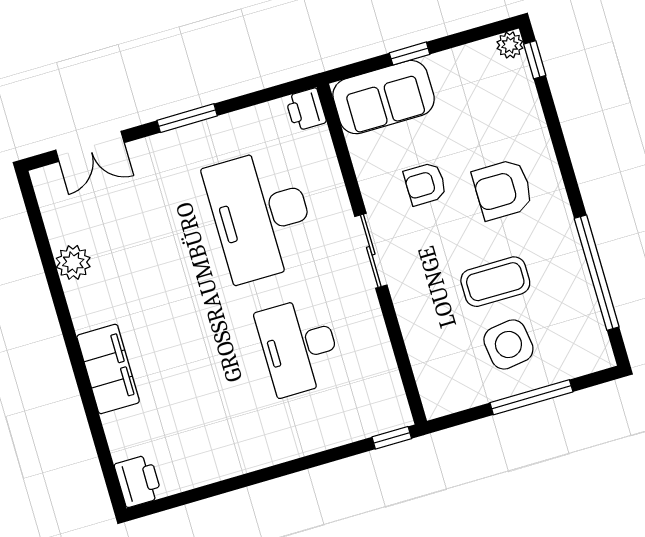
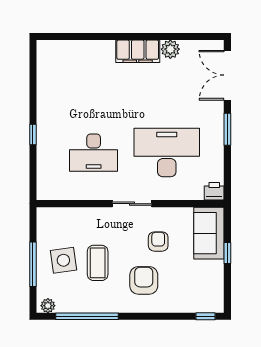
plant: (510, 45) -> (48, 306), moved
double door: (90, 146) -> (227, 75), width x1.37
desk: (299, 346) -> (94, 153), turned 180
filing cabinet: (108, 369) -> (138, 51), moved
window: (392, 438) -> (33, 134), moved
printer: (138, 481) -> (49, 50), removed

